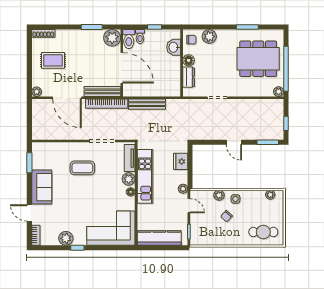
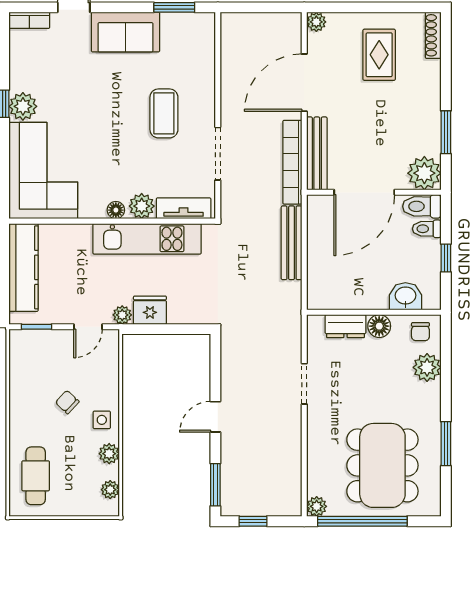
fridge: (181, 161) -> (150, 310), moved
plant: (219, 195) -> (109, 454), moved
plant: (66, 238) -> (23, 106), moved

